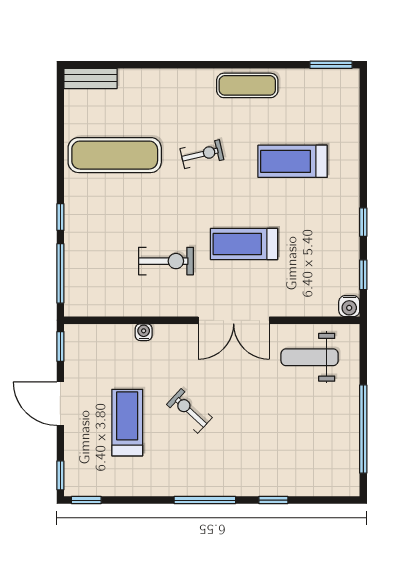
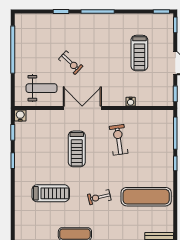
treadmill: (244, 244) -> (77, 149), turned 90
exercise bike: (166, 261) -> (119, 140), turned 82
exercise bike: (189, 411) -> (71, 63), moved

